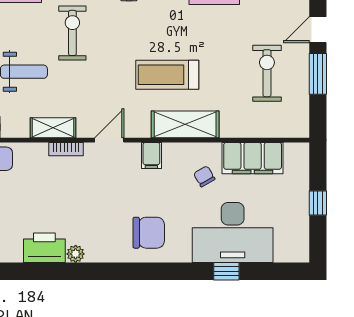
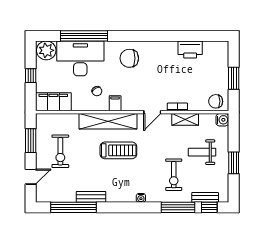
window: (318, 74) -> (31, 141), moved
shelving: (185, 124) -> (108, 121), width x1.47
filing cabinet: (151, 155) -> (115, 103), moved
filing cabinet: (253, 158) -> (53, 102), moved
plant: (76, 254) -> (46, 50), moved, width x1.88, depth x1.88
window: (226, 271) -> (84, 36), width x3.17

